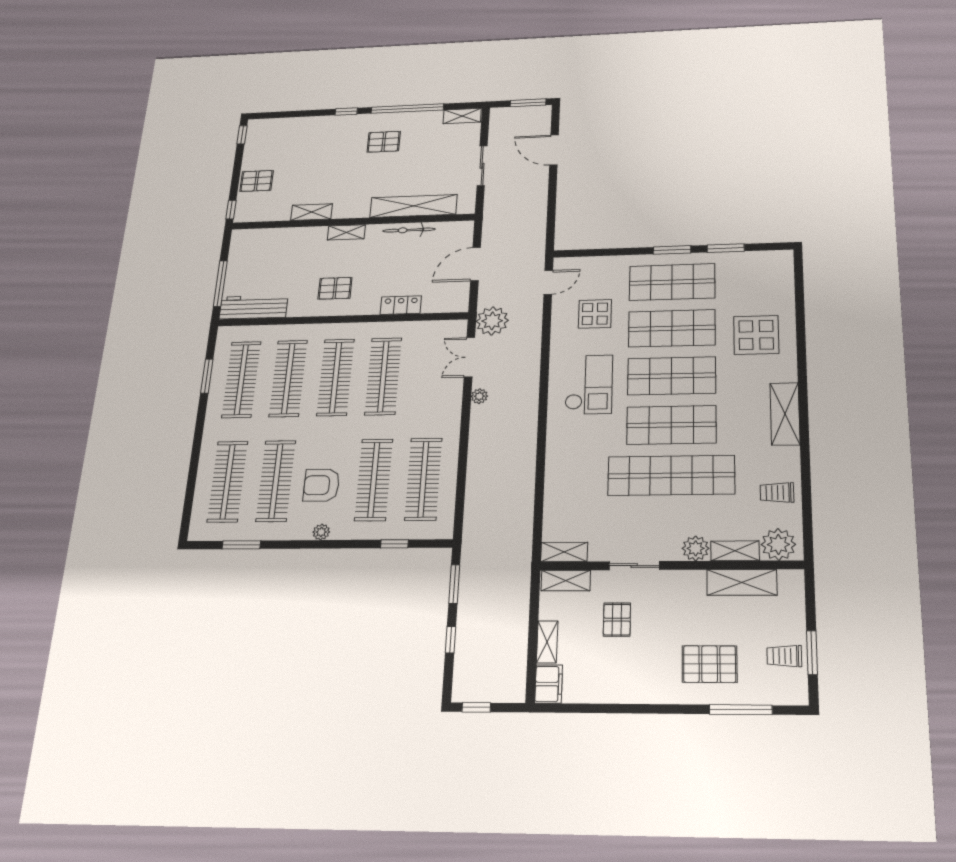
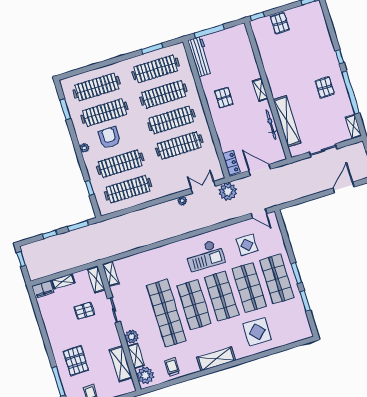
shelving: (312, 212) -> (268, 64), removed
locker: (401, 305) -> (231, 163), moved

